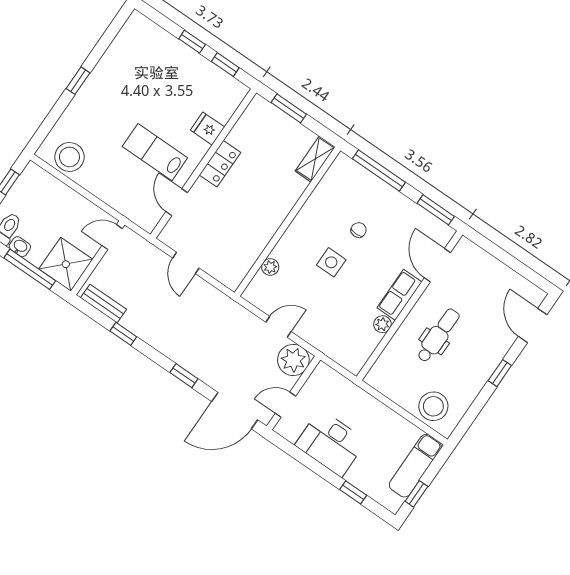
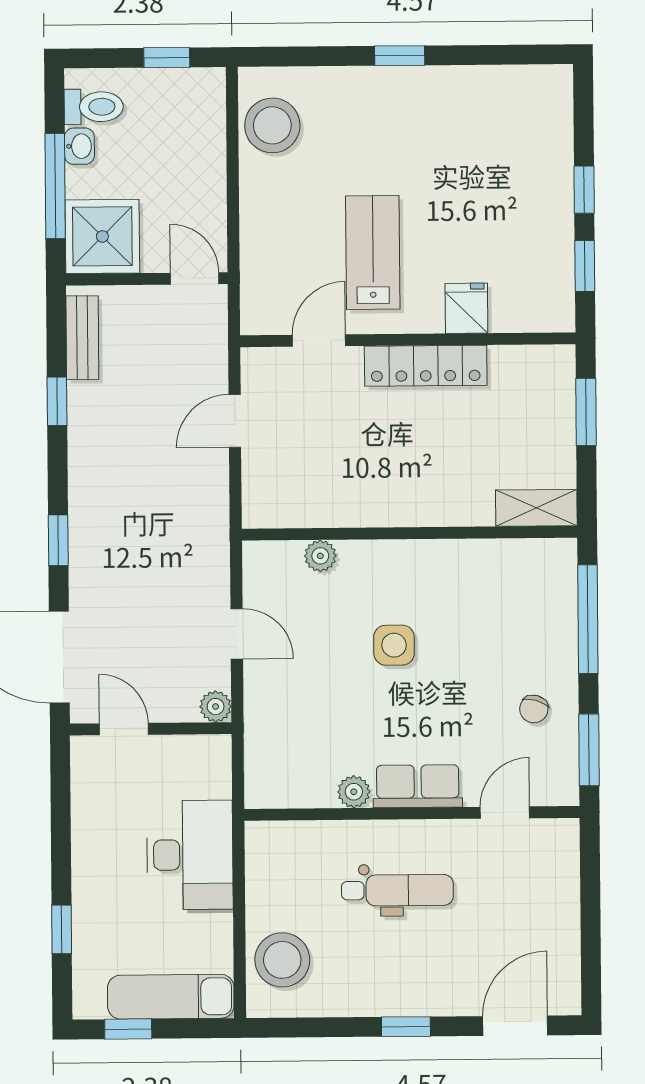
locker: (220, 164) -> (426, 366), width x1.53
chair: (359, 230) -> (534, 709), moved, turned 106
door: (437, 265) -> (505, 813), width x0.73
plant: (293, 360) -> (216, 707), width x0.53, depth x0.53
desk: (331, 443) -> (190, 855), moved, turned 180

